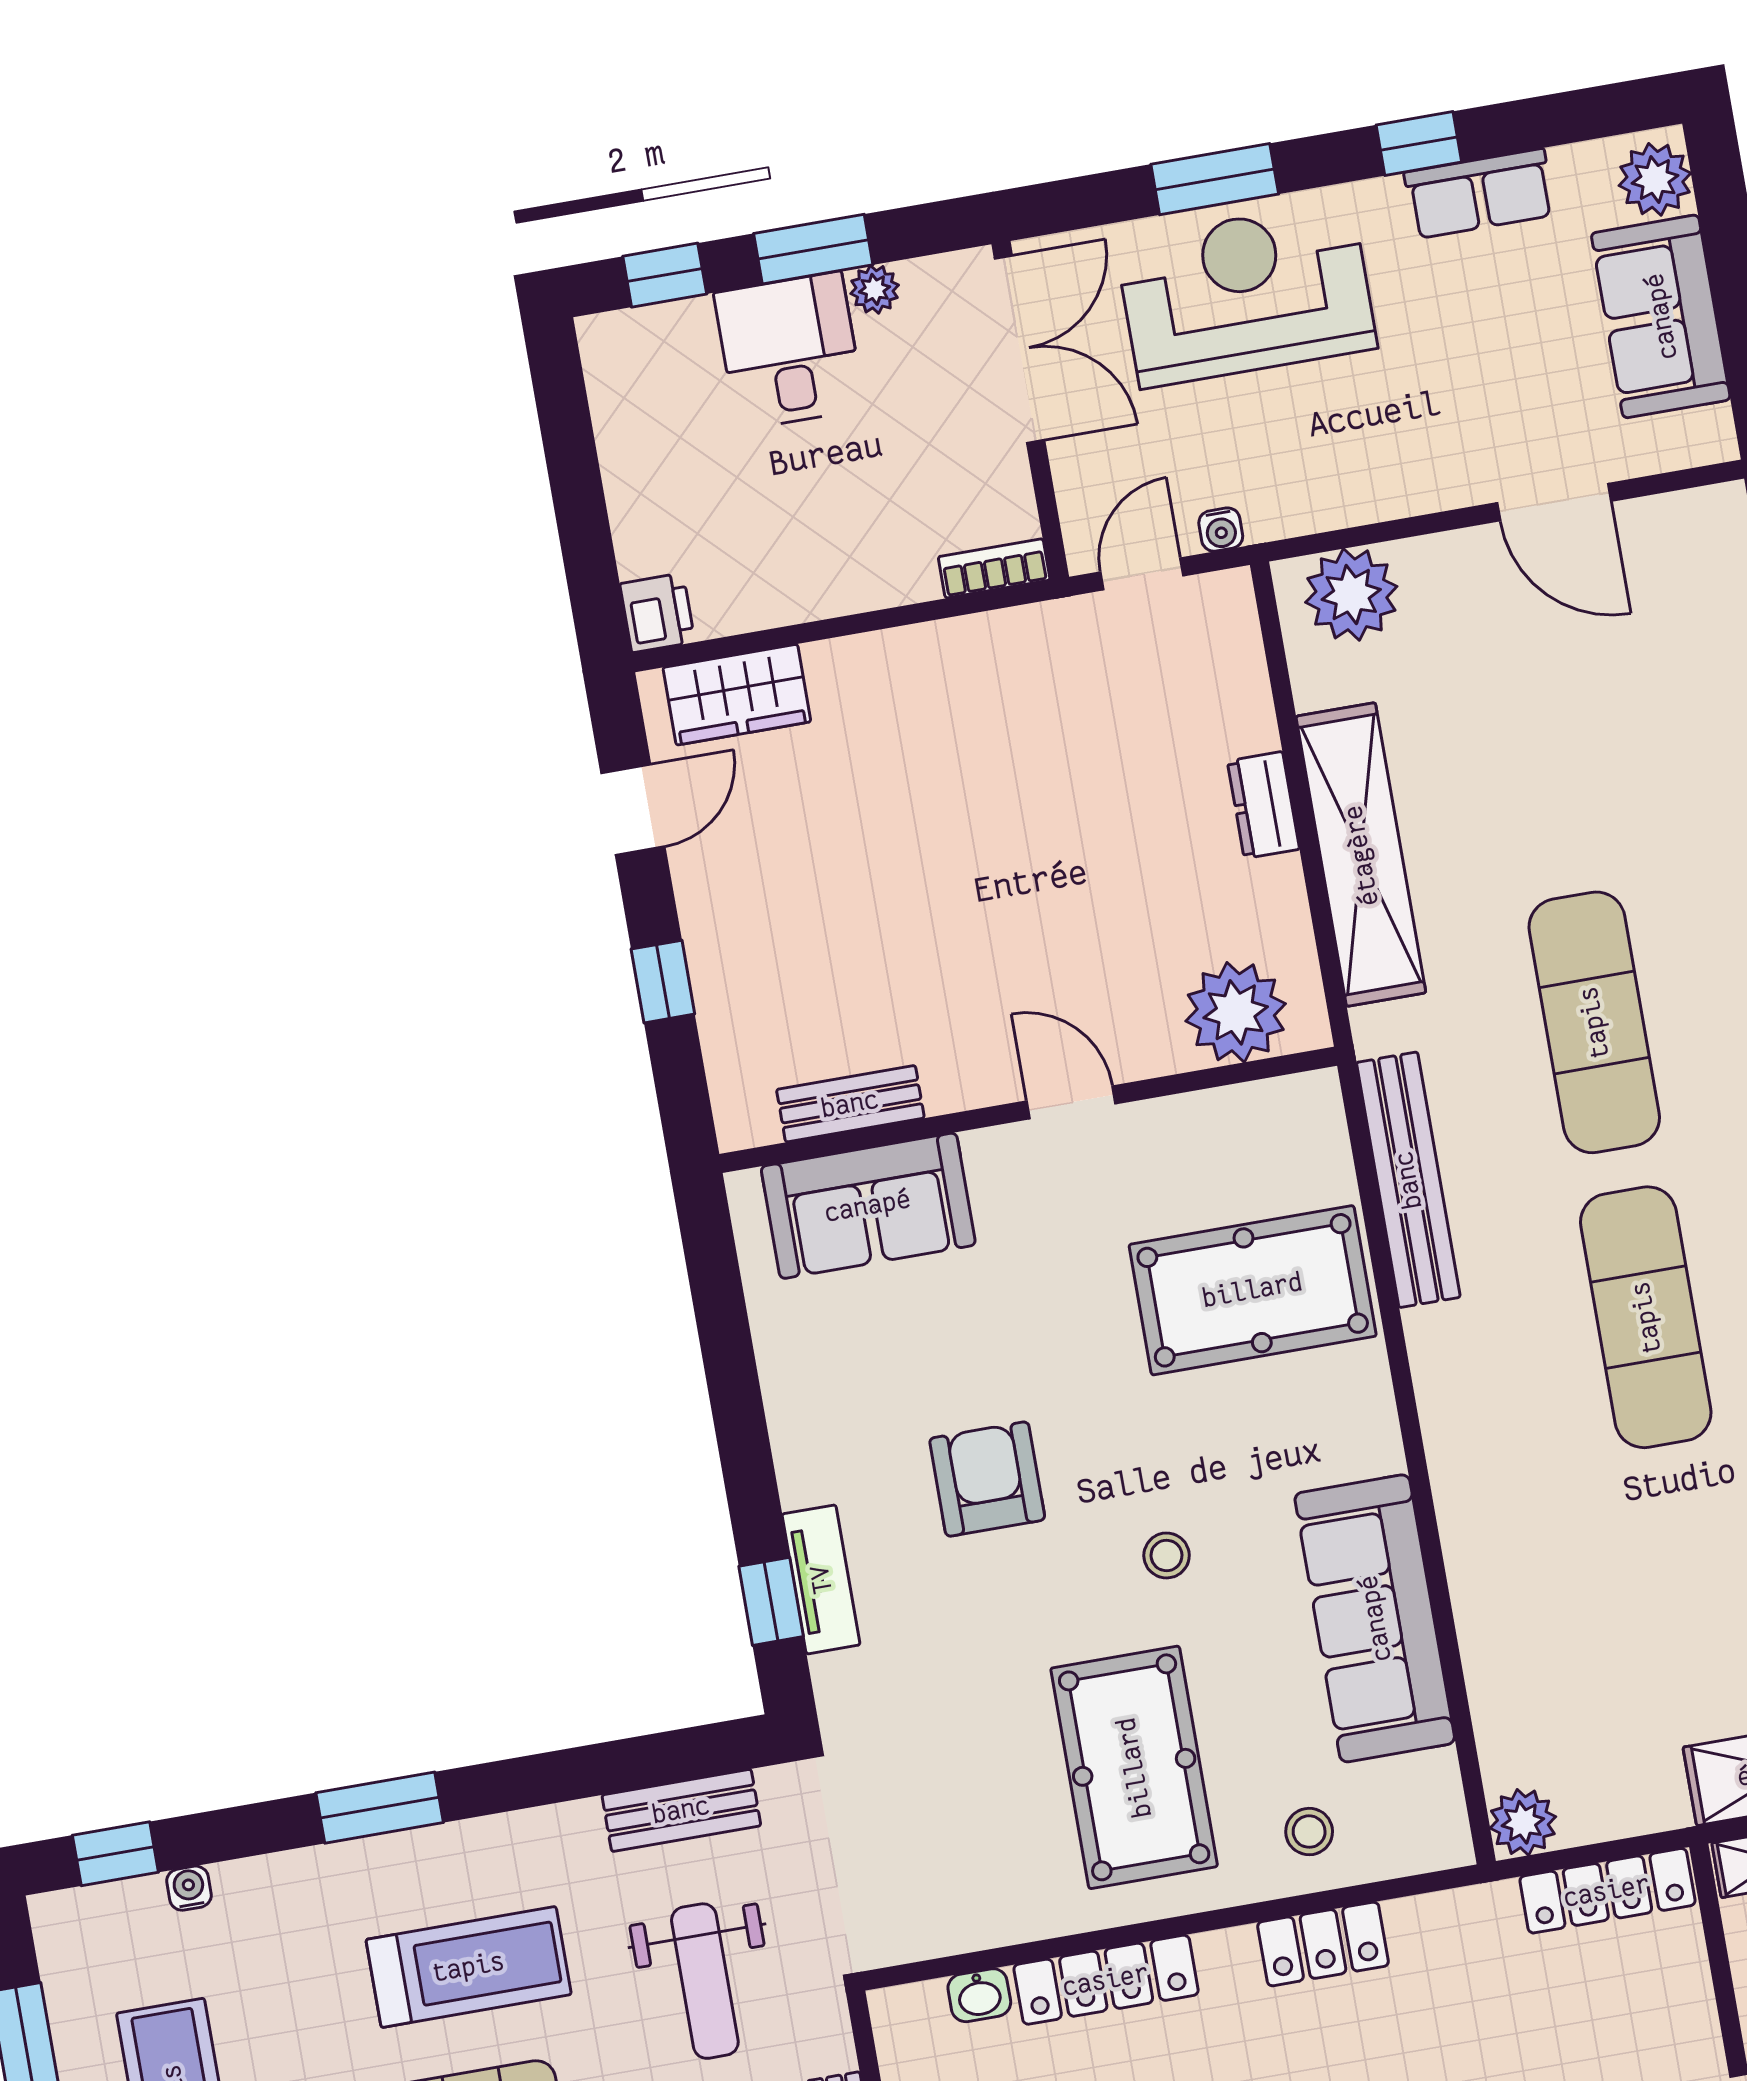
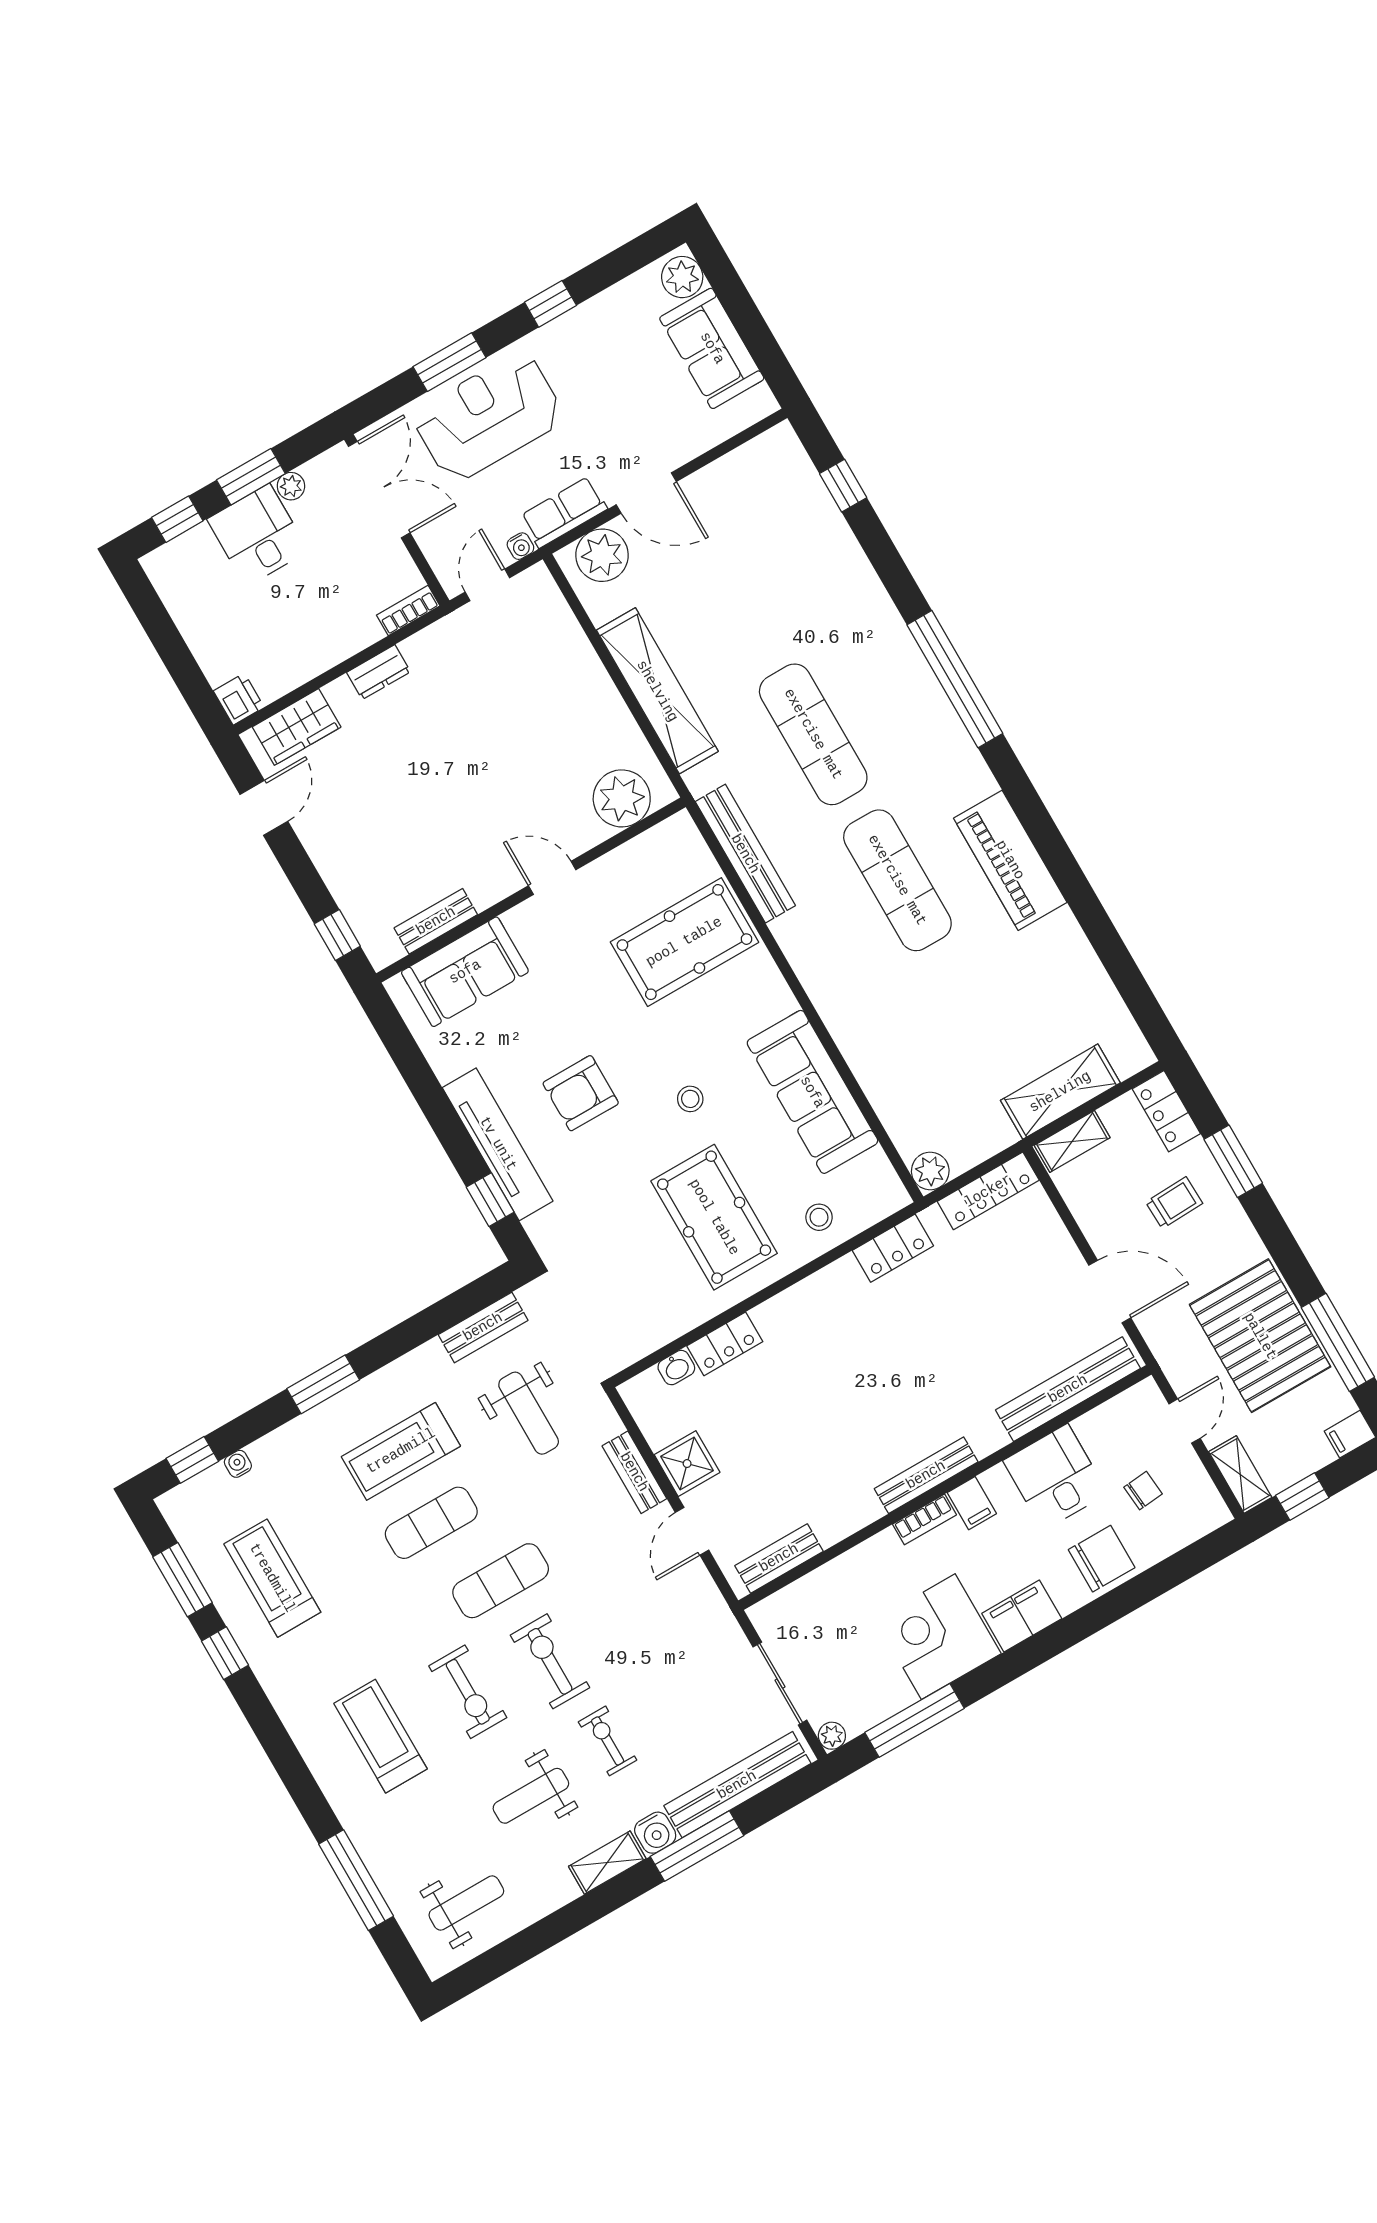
row of seats: (1480, 194) -> (564, 512), moved, turned 180
door: (1554, 502) -> (646, 493), moved
dresser: (1263, 805) -> (379, 672), moved, turned -90
window: (663, 982) -> (337, 935), moved
armchair: (987, 1479) -> (581, 1093), turned -90
tv unit: (821, 1579) -> (498, 1144), width x1.92, depth x1.29
locker: (1323, 1944) -> (893, 1248), moved
treadmill: (469, 1967) -> (401, 1451), turned 180
locker: (1106, 1980) -> (725, 1344), width x0.66

